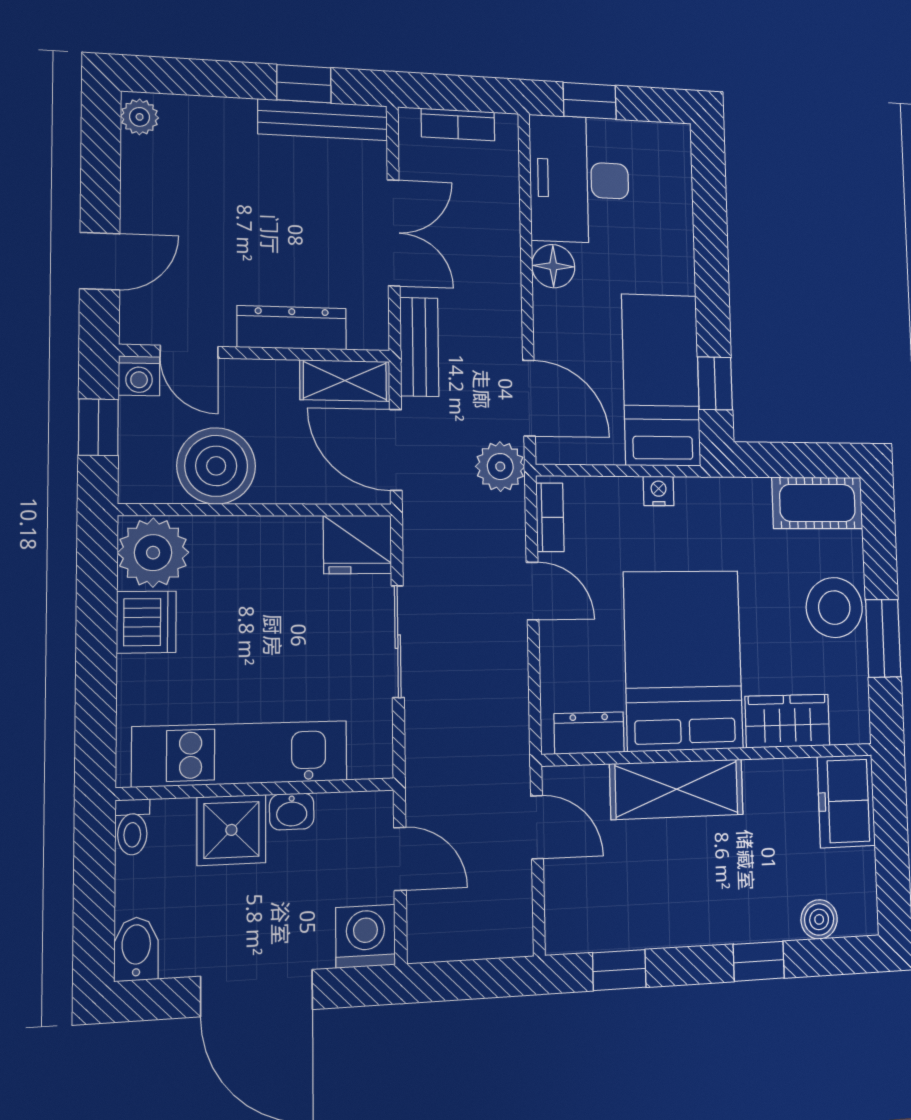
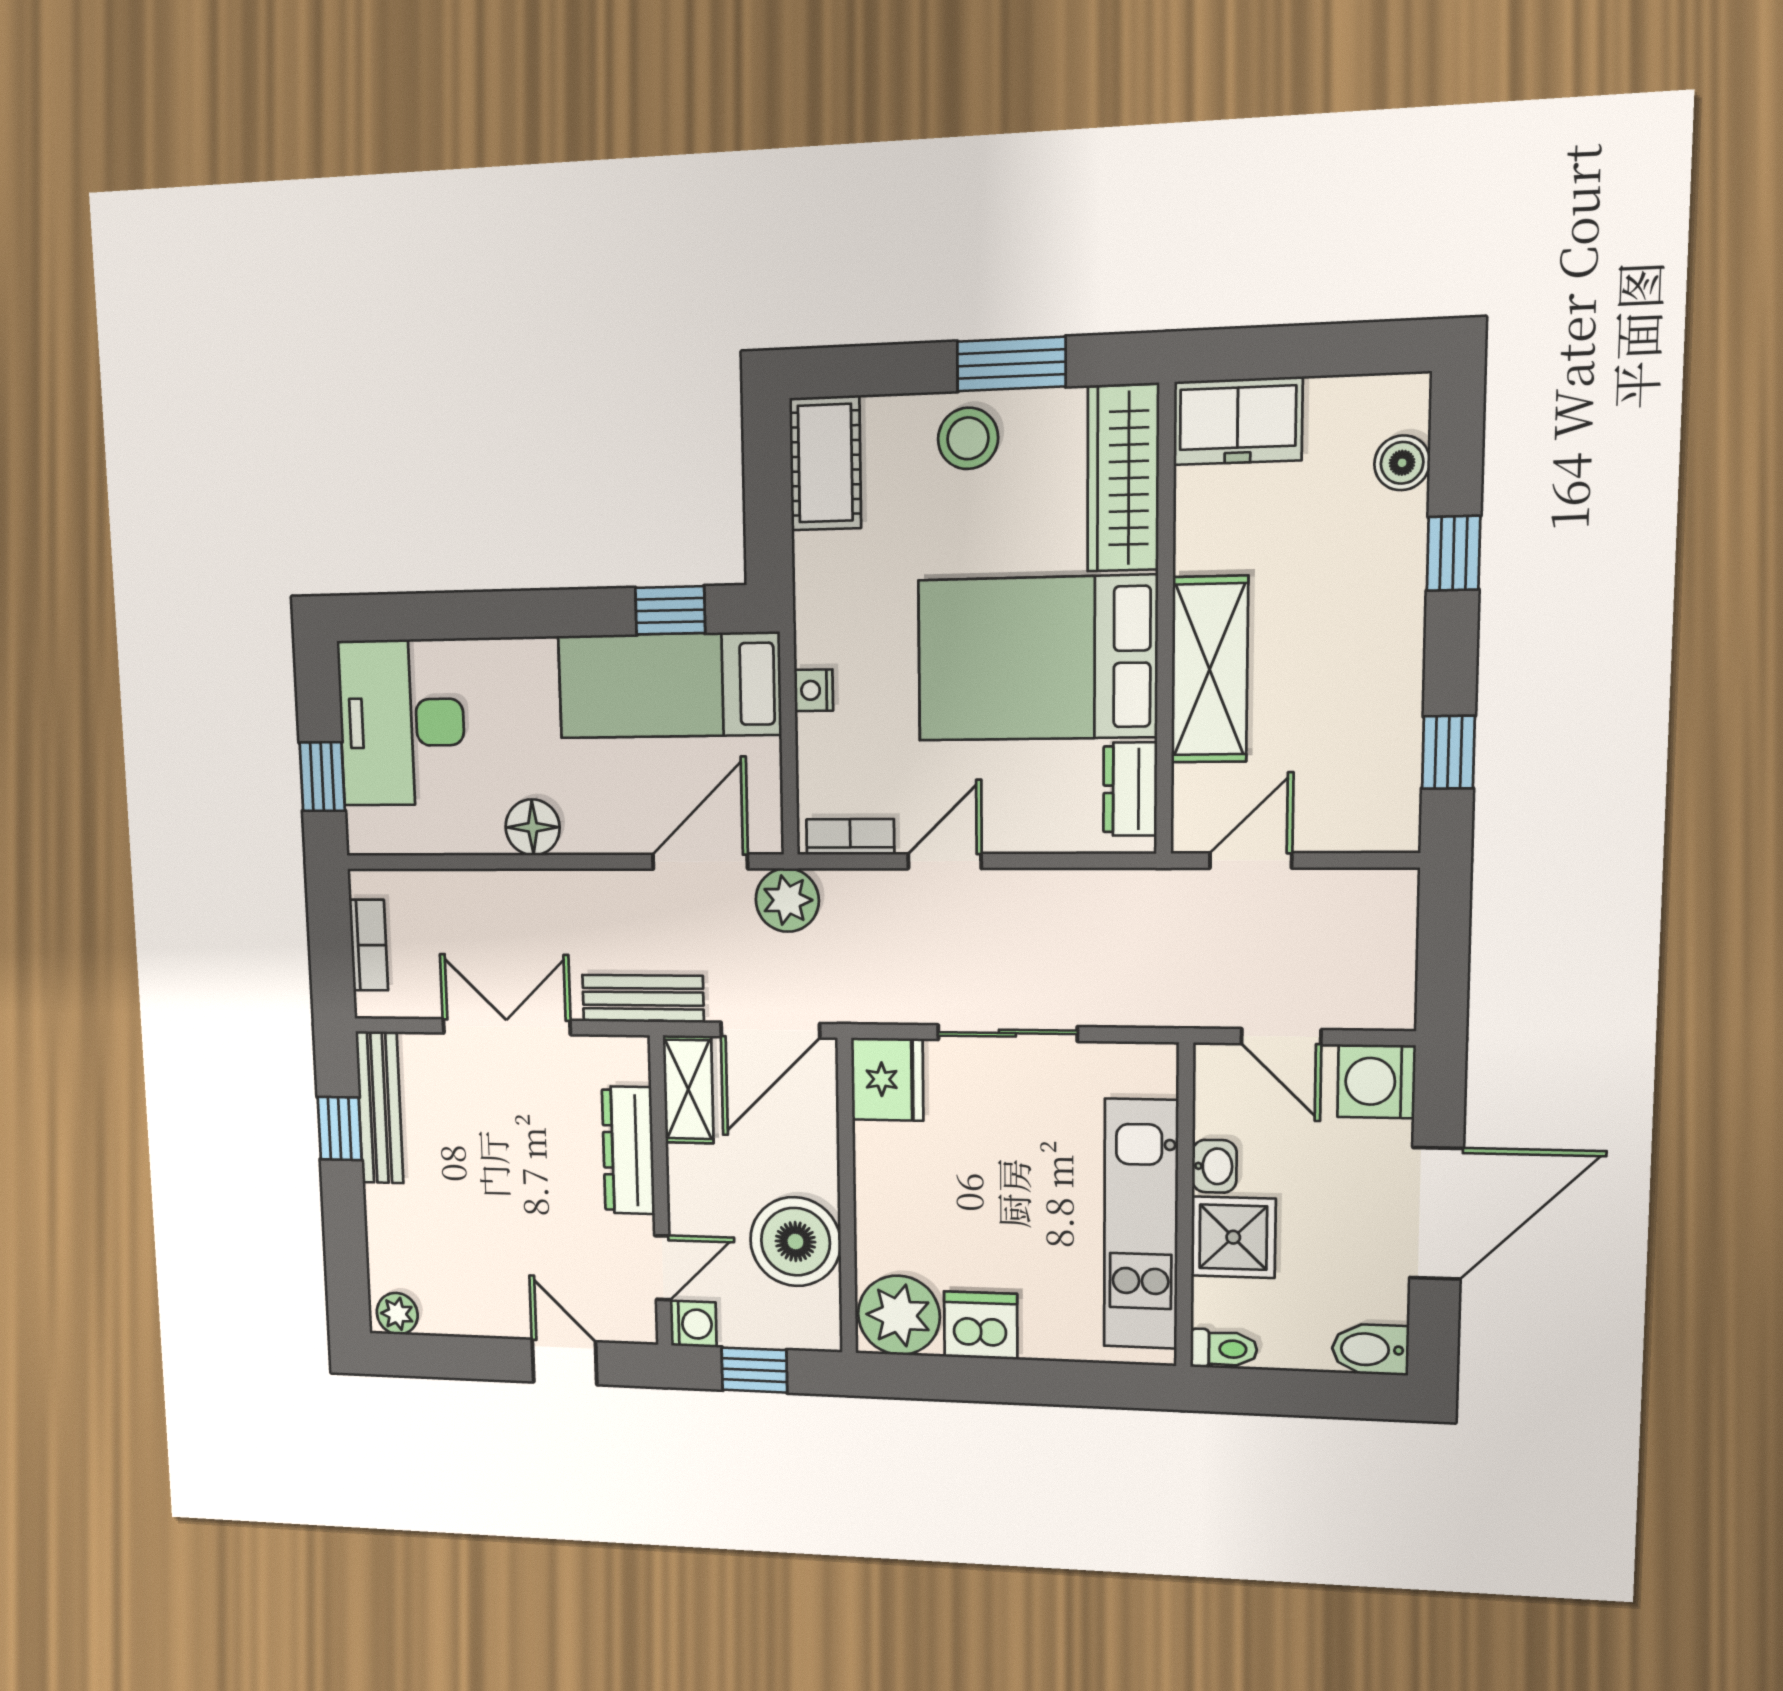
desk: (579, 179) -> (402, 723), moved, turned 90
stool: (834, 608) -> (968, 438), width x0.73, depth x0.73
wardrobe: (787, 721) -> (1123, 478), width x1.50
door: (400, 859) -> (1281, 1037), swing flipped

